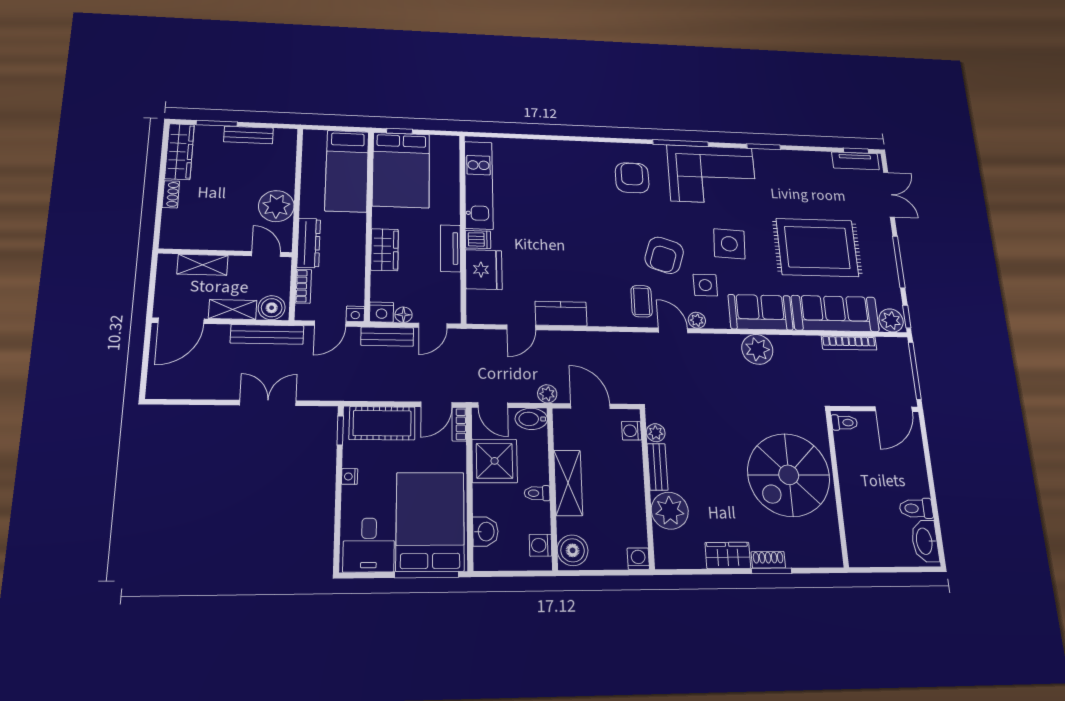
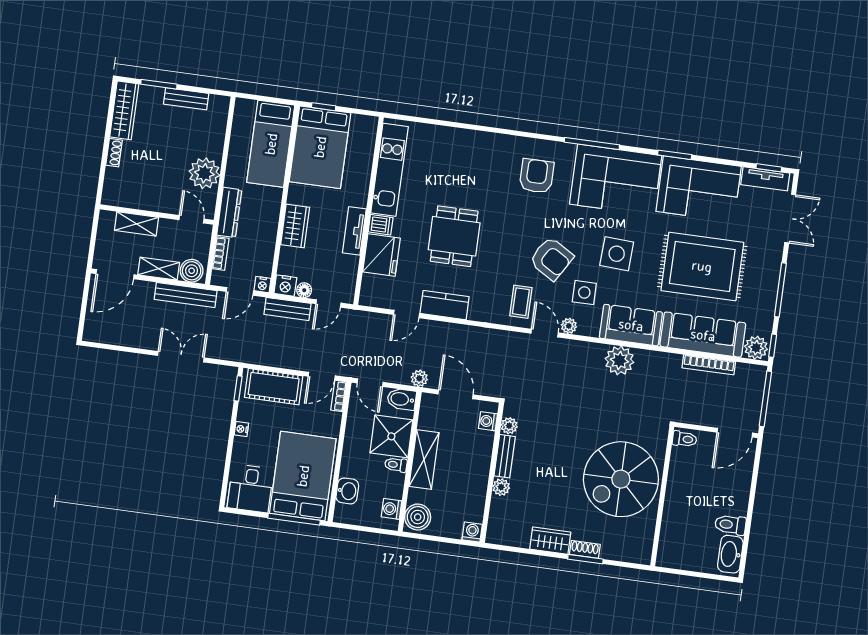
corner sofa: (795, 176) -> (699, 189), added
dining table: (558, 243) -> (454, 236), added
armchair: (664, 255) -> (551, 259), turned -77
shower: (495, 461) -> (391, 436), moved
plant: (670, 511) -> (501, 487), width x0.53, depth x0.53

